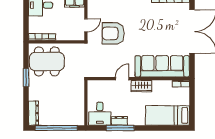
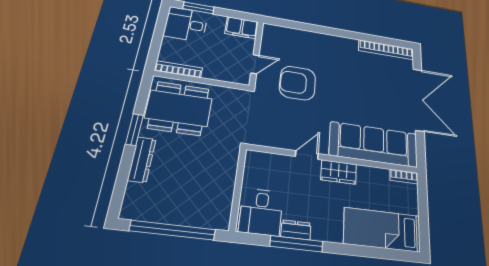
dresser: (33, 113) -> (142, 160), moved

